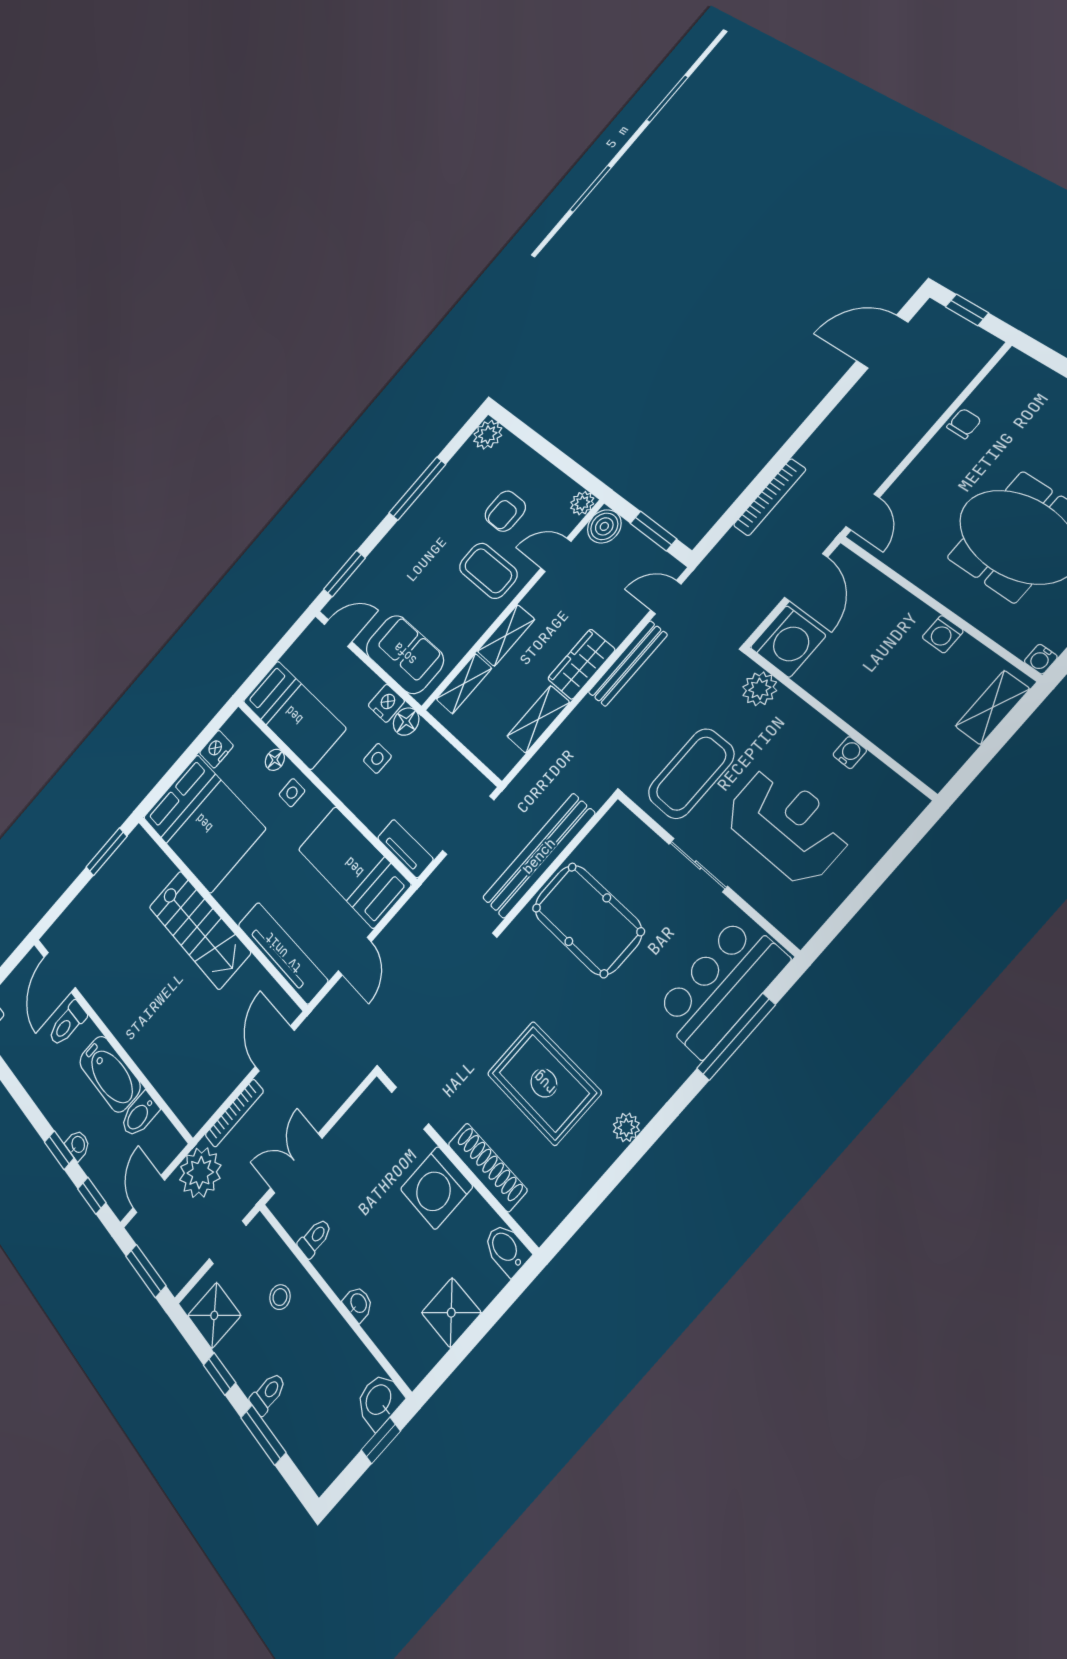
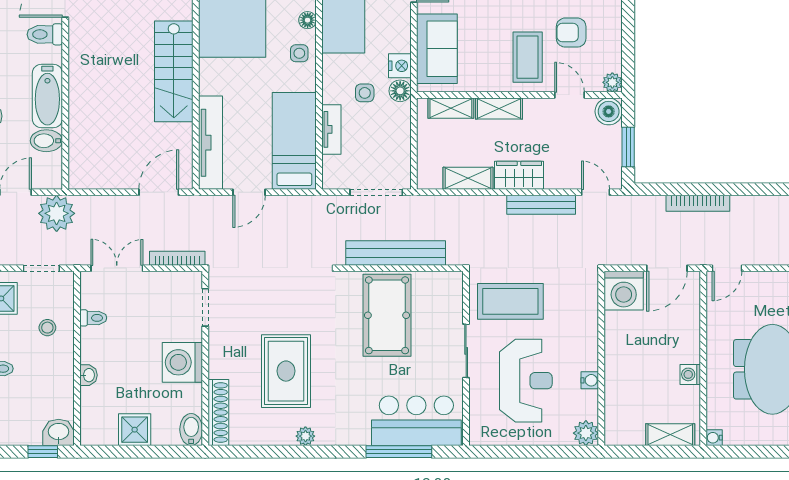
plant: (760, 689) -> (586, 433), moved
tv unit: (405, 849) -> (331, 129), moved
bookcase: (234, 1113) -> (177, 258), moved, turned 180
shoe rack: (487, 1167) -> (218, 412), moved

